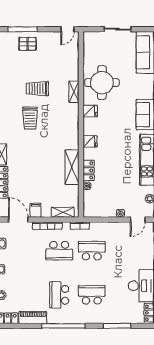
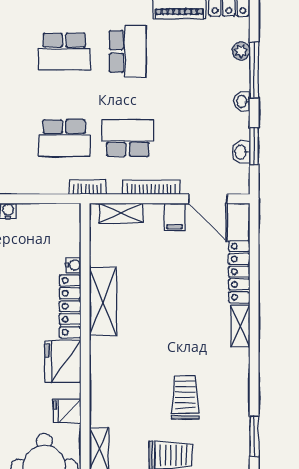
fridge: (90, 142) -> (63, 362), width x1.88, depth x1.34
locker: (89, 170) -> (70, 306), width x1.53

